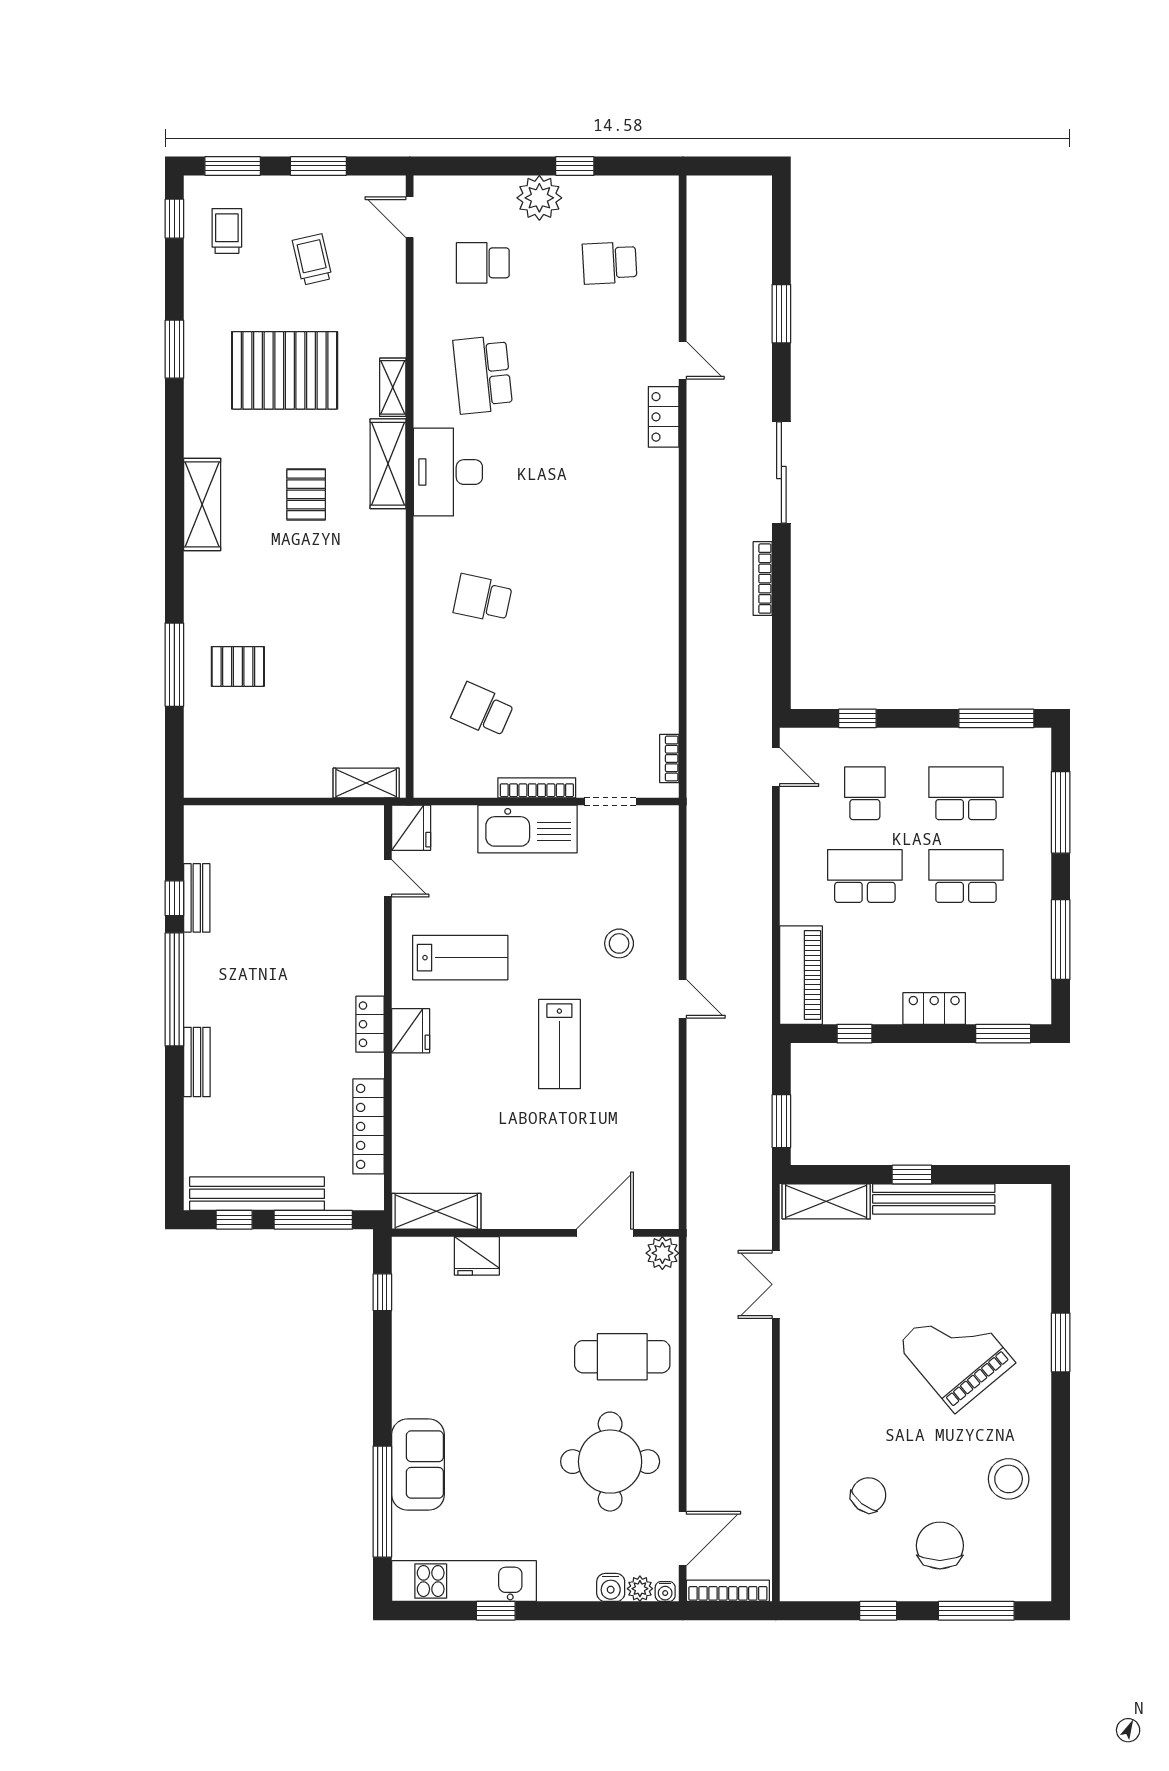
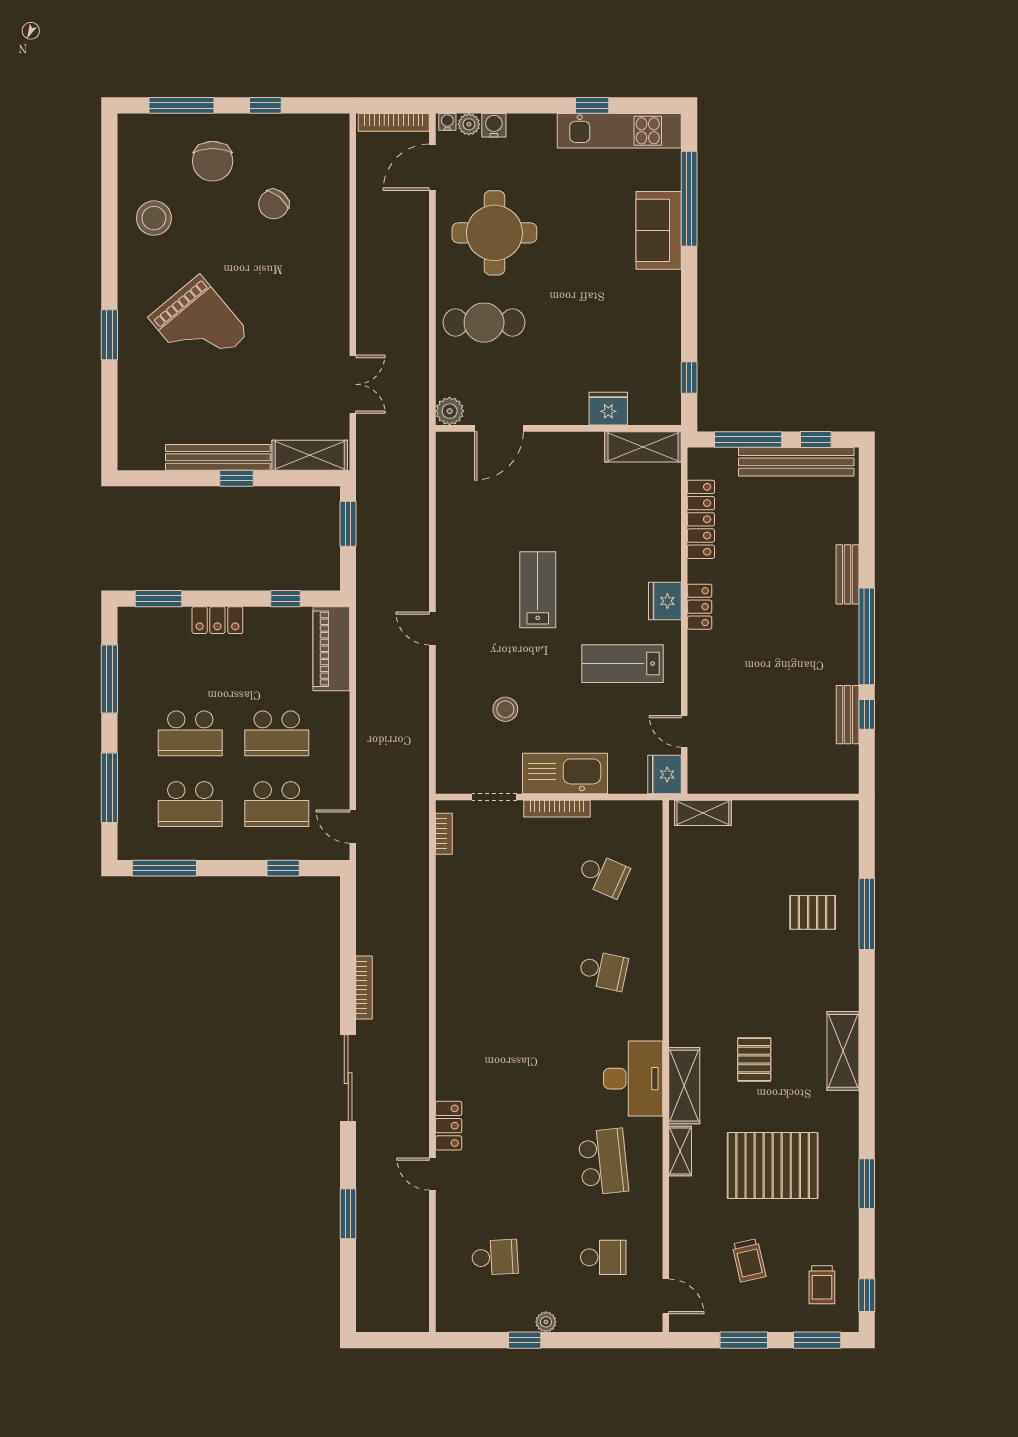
plant: (539, 198) -> (546, 1322), width x0.53, depth x0.53
school desk: (865, 793) -> (277, 804), width x1.85
stool: (619, 943) -> (505, 709), moved

